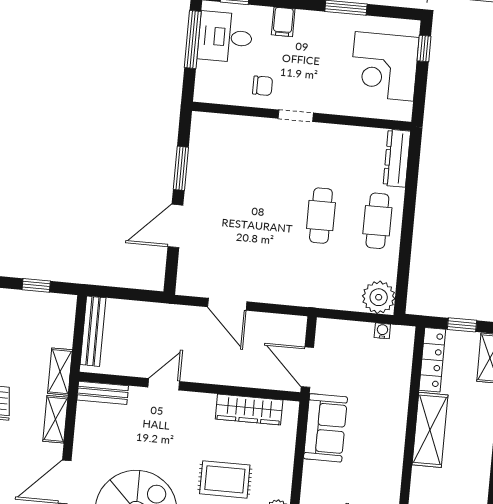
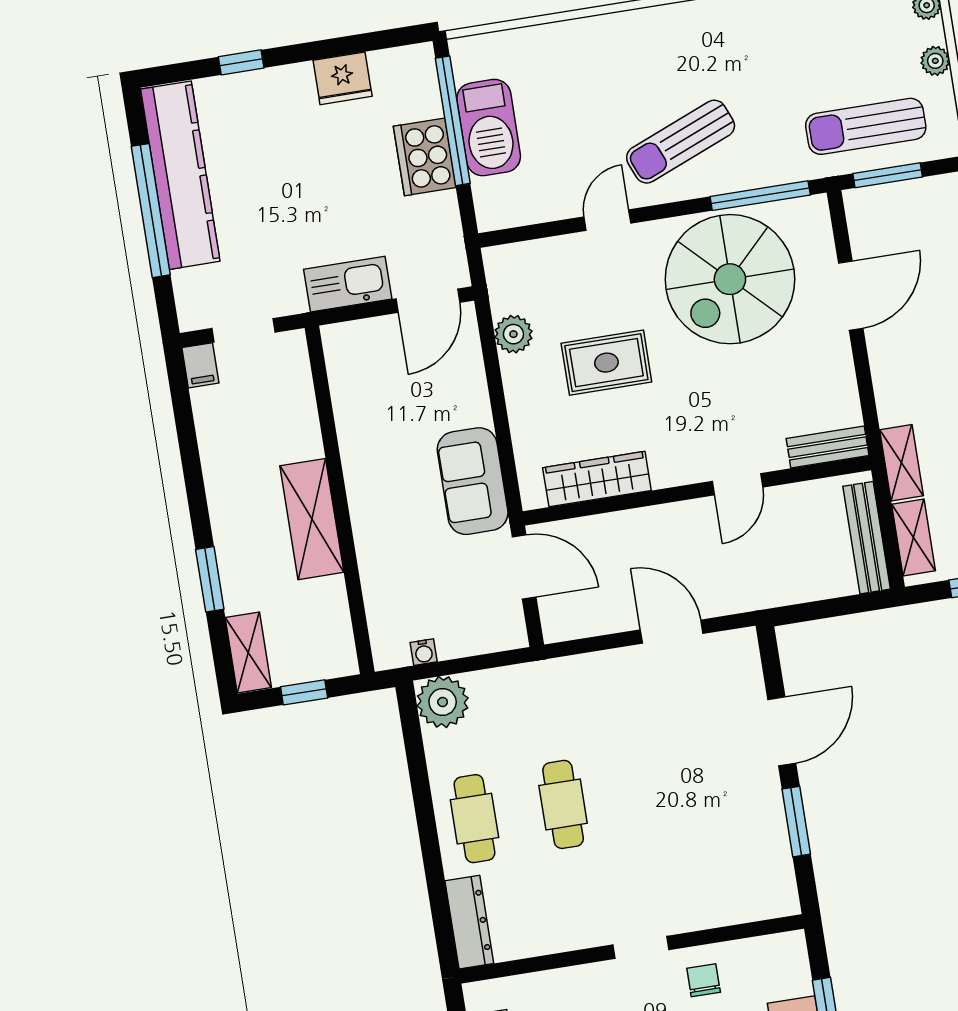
chair: (263, 86) -> (704, 980), turned 90
locker: (432, 360) -> (336, 627), removed
shelving: (55, 419) -> (913, 537), moved

